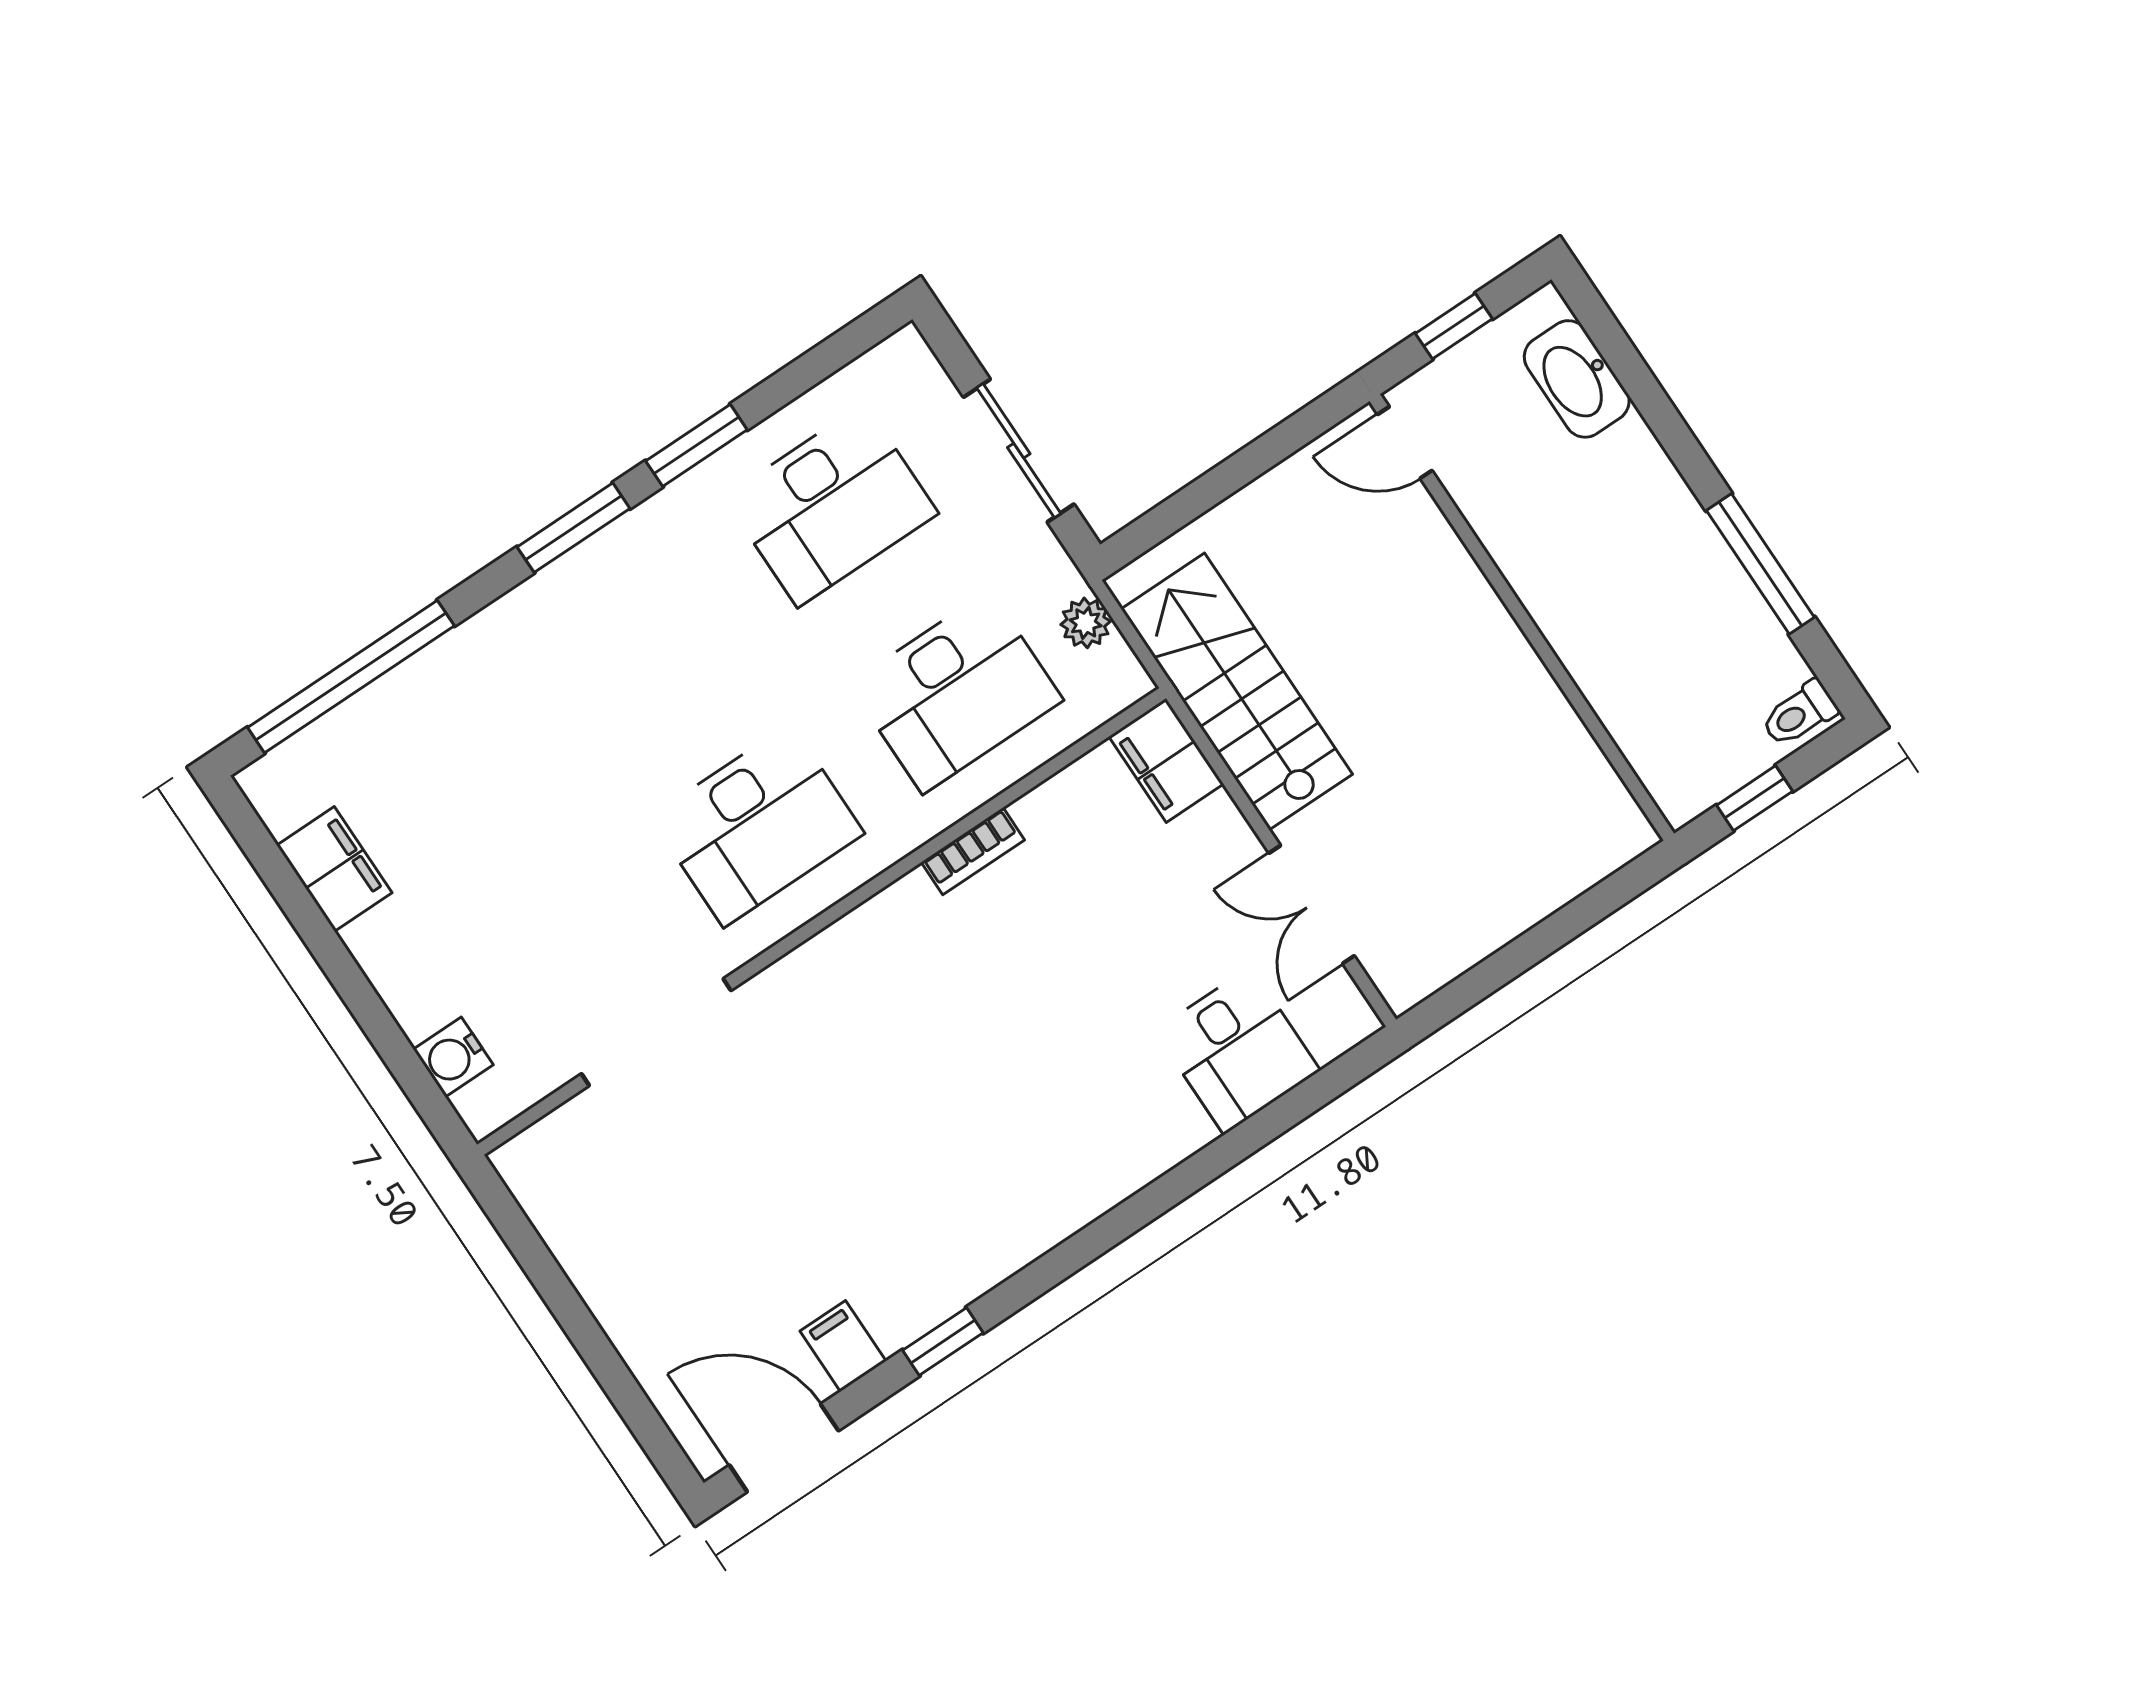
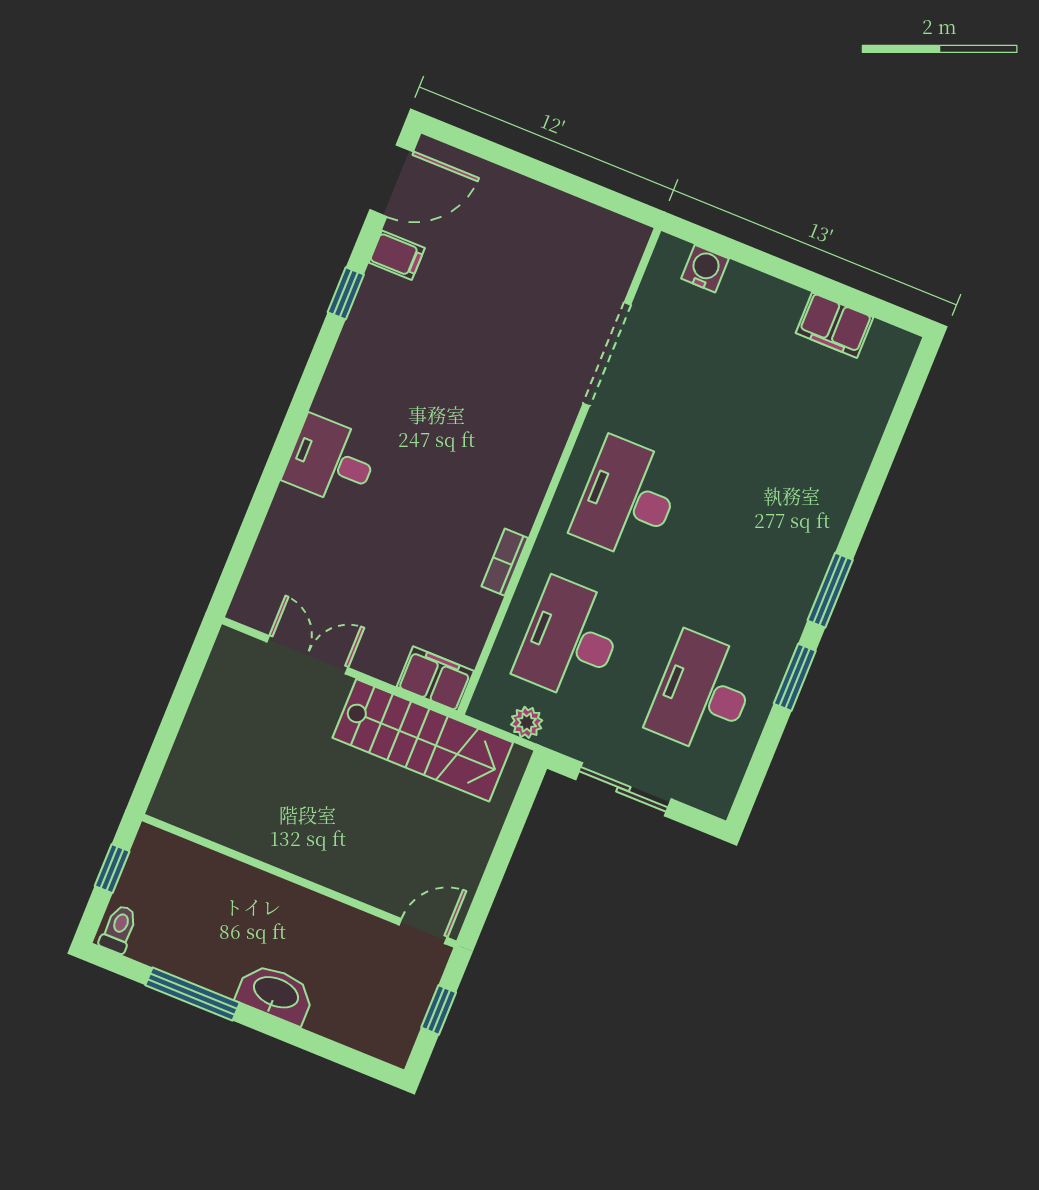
washbasin: (1577, 379) -> (276, 993), moved
window: (351, 677) -> (894, 432), removed
desk: (1237, 1051) -> (331, 461), moved

